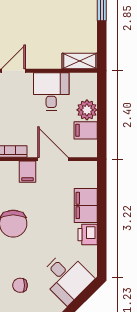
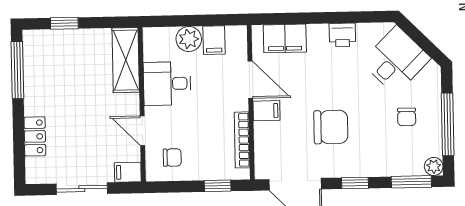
shelving: (80, 61) -> (126, 60), width x1.50, depth x1.33
door: (53, 159) -> (250, 80), swing flipped
filing cabinet: (86, 205) -> (285, 38), moved

